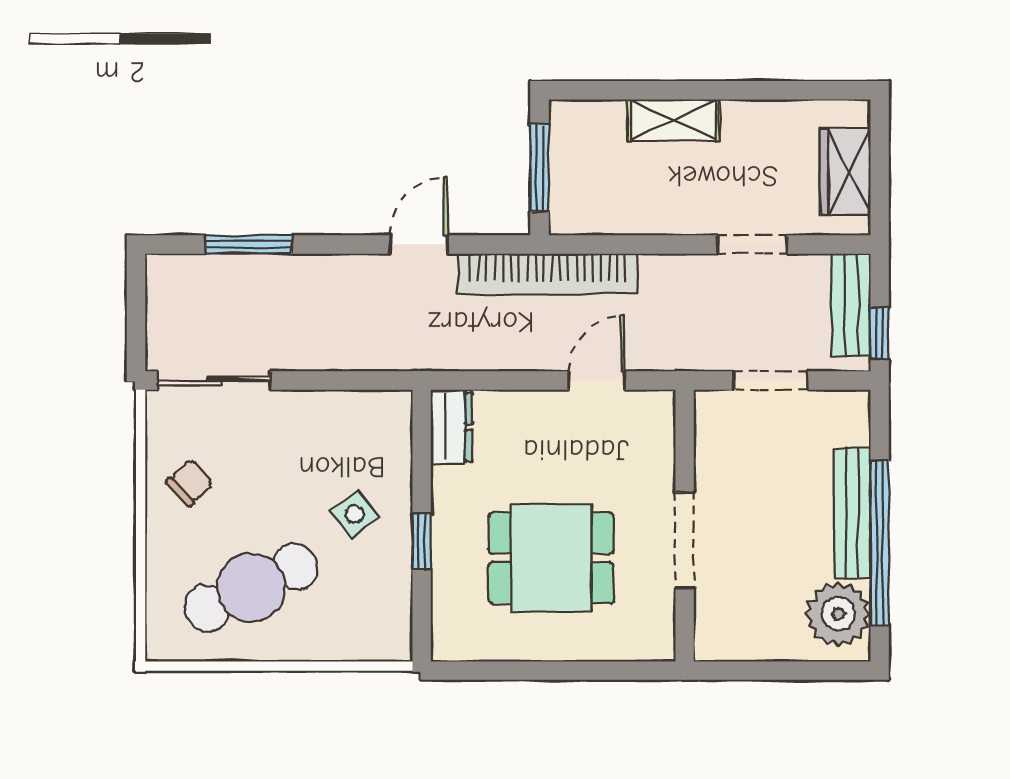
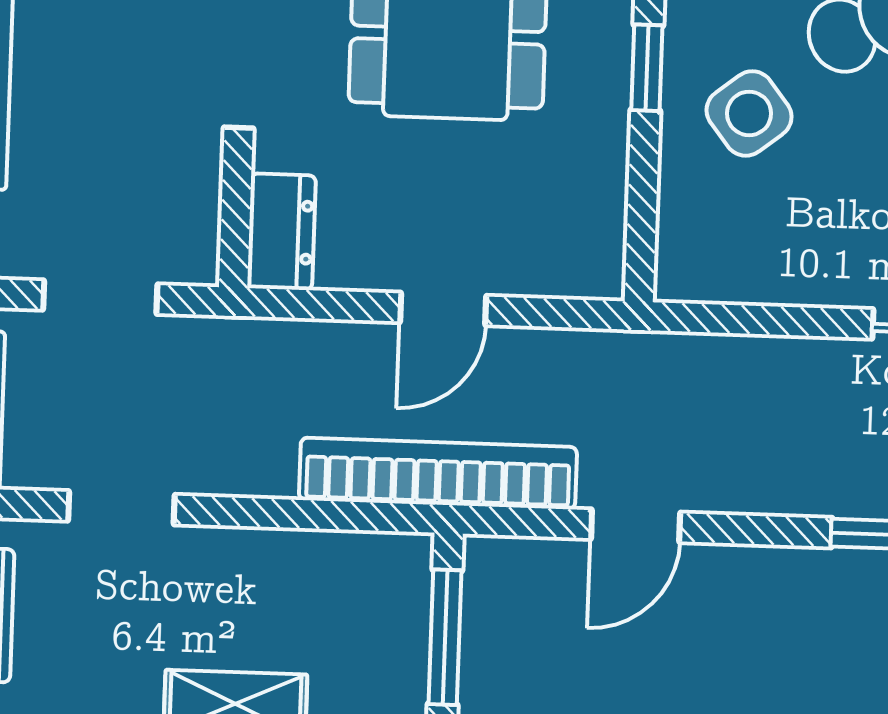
door: (597, 380) -> (443, 309), moved
dresser: (452, 427) -> (281, 232), moved, turned 180
side table: (354, 514) -> (749, 113), width x1.37, depth x1.37

